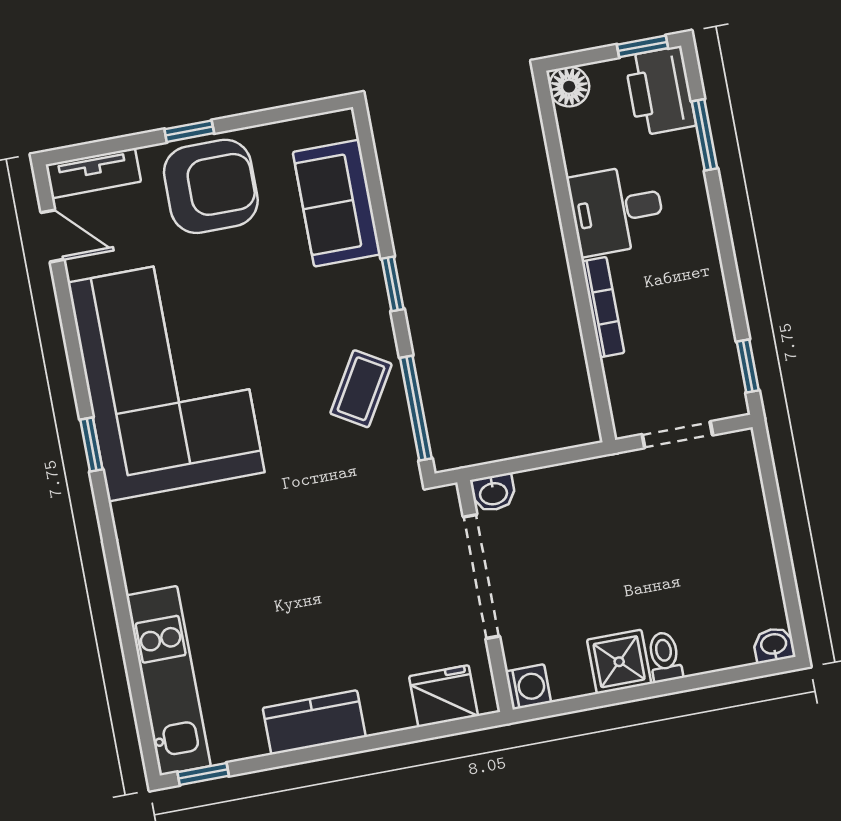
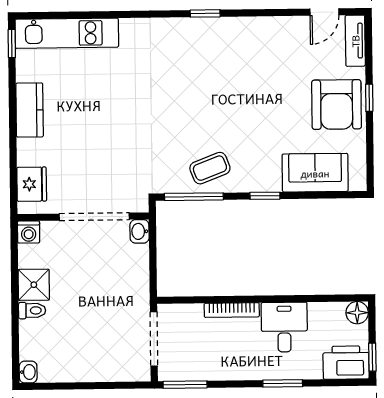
window: (704, 135) -> (283, 383), moved
window: (748, 366) -> (185, 385), width x1.50
corner sofa: (166, 377) -> (235, 61), removed
coffee table: (361, 389) -> (210, 168), turned -52
doorway: (677, 435) -> (154, 339), width x1.38

